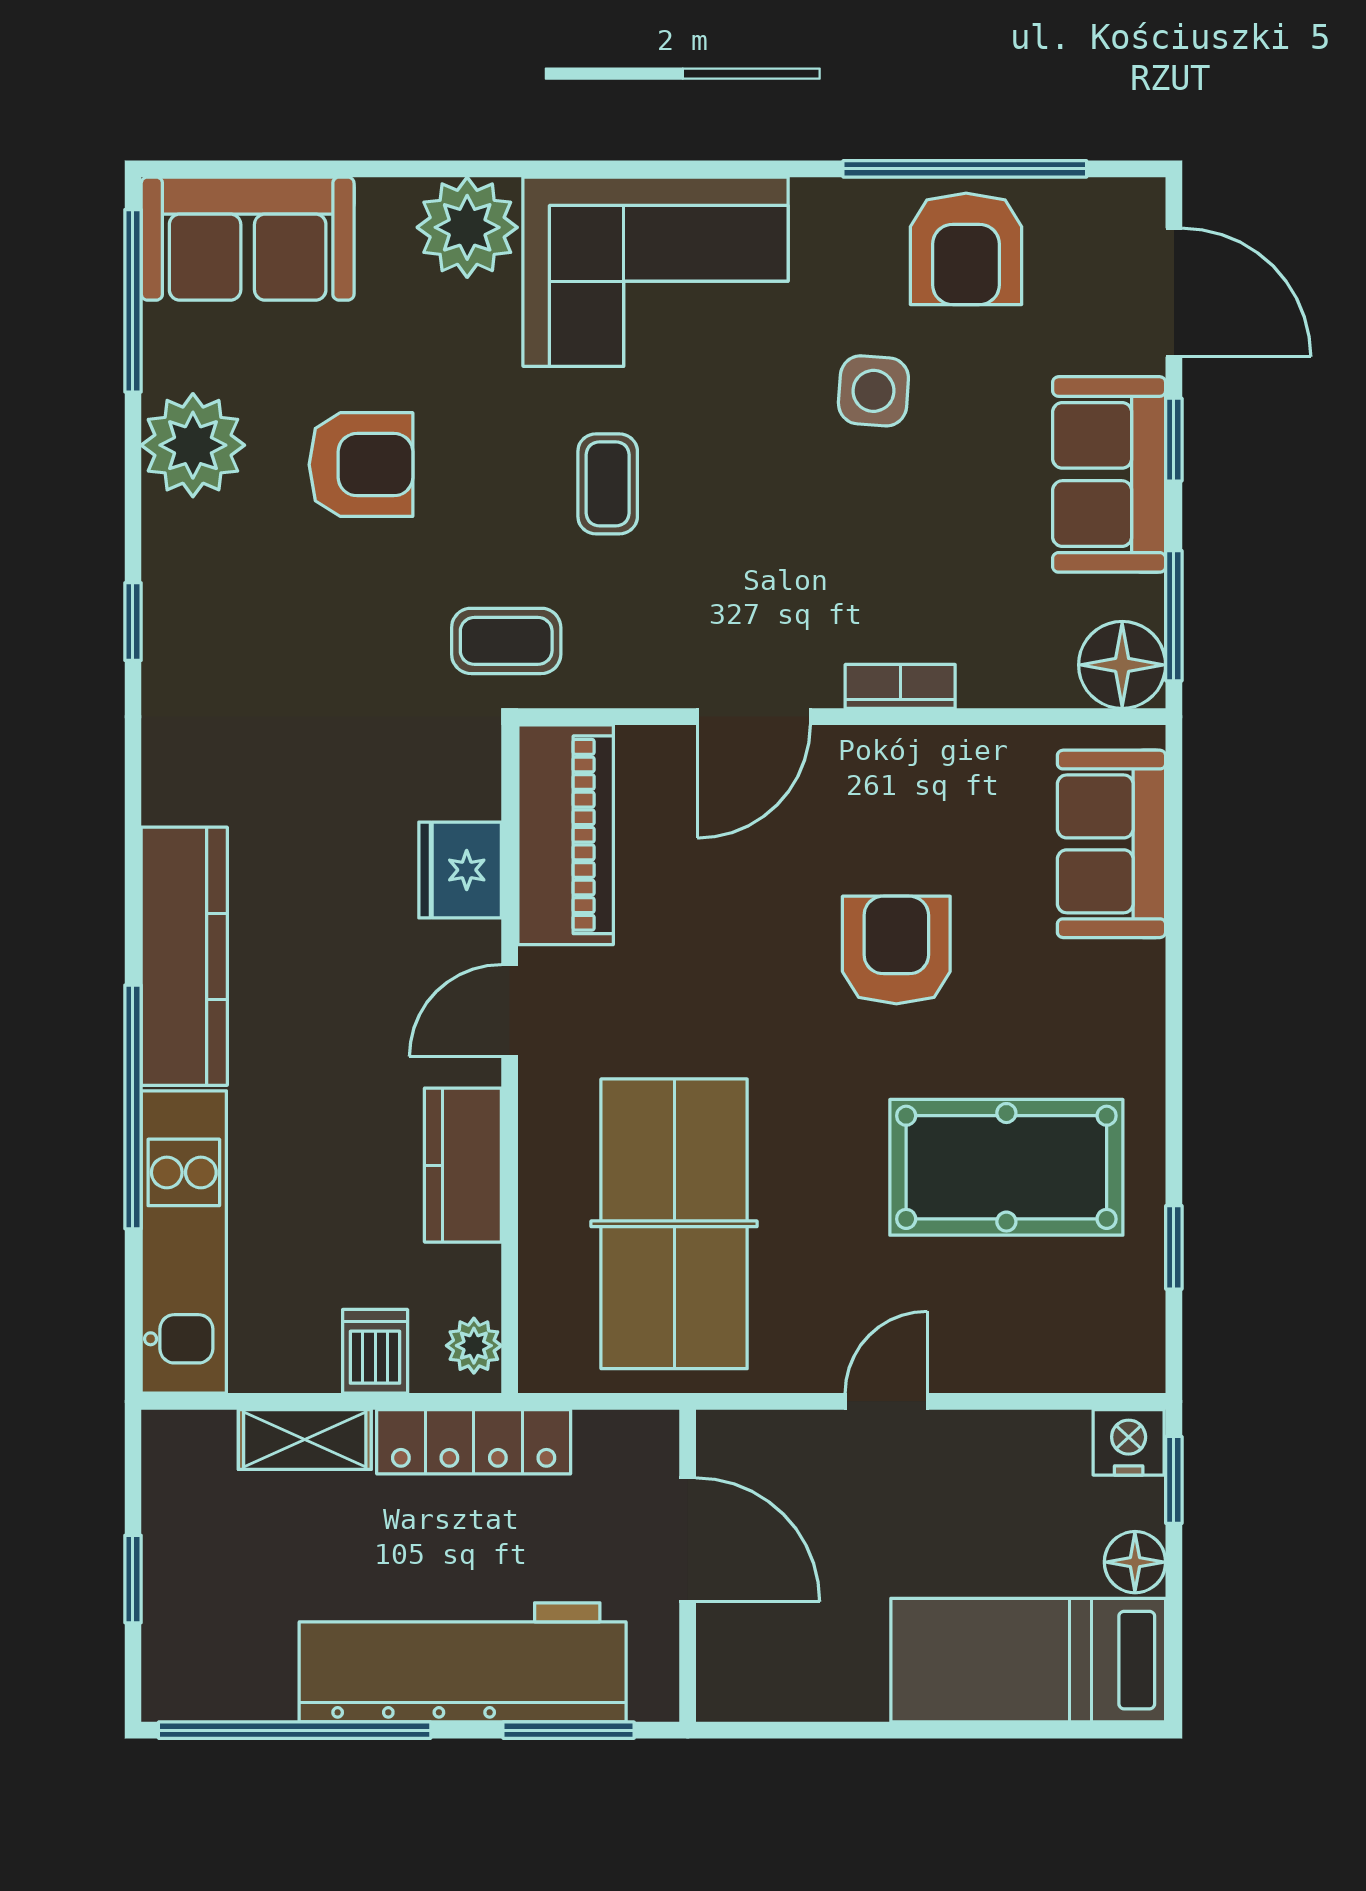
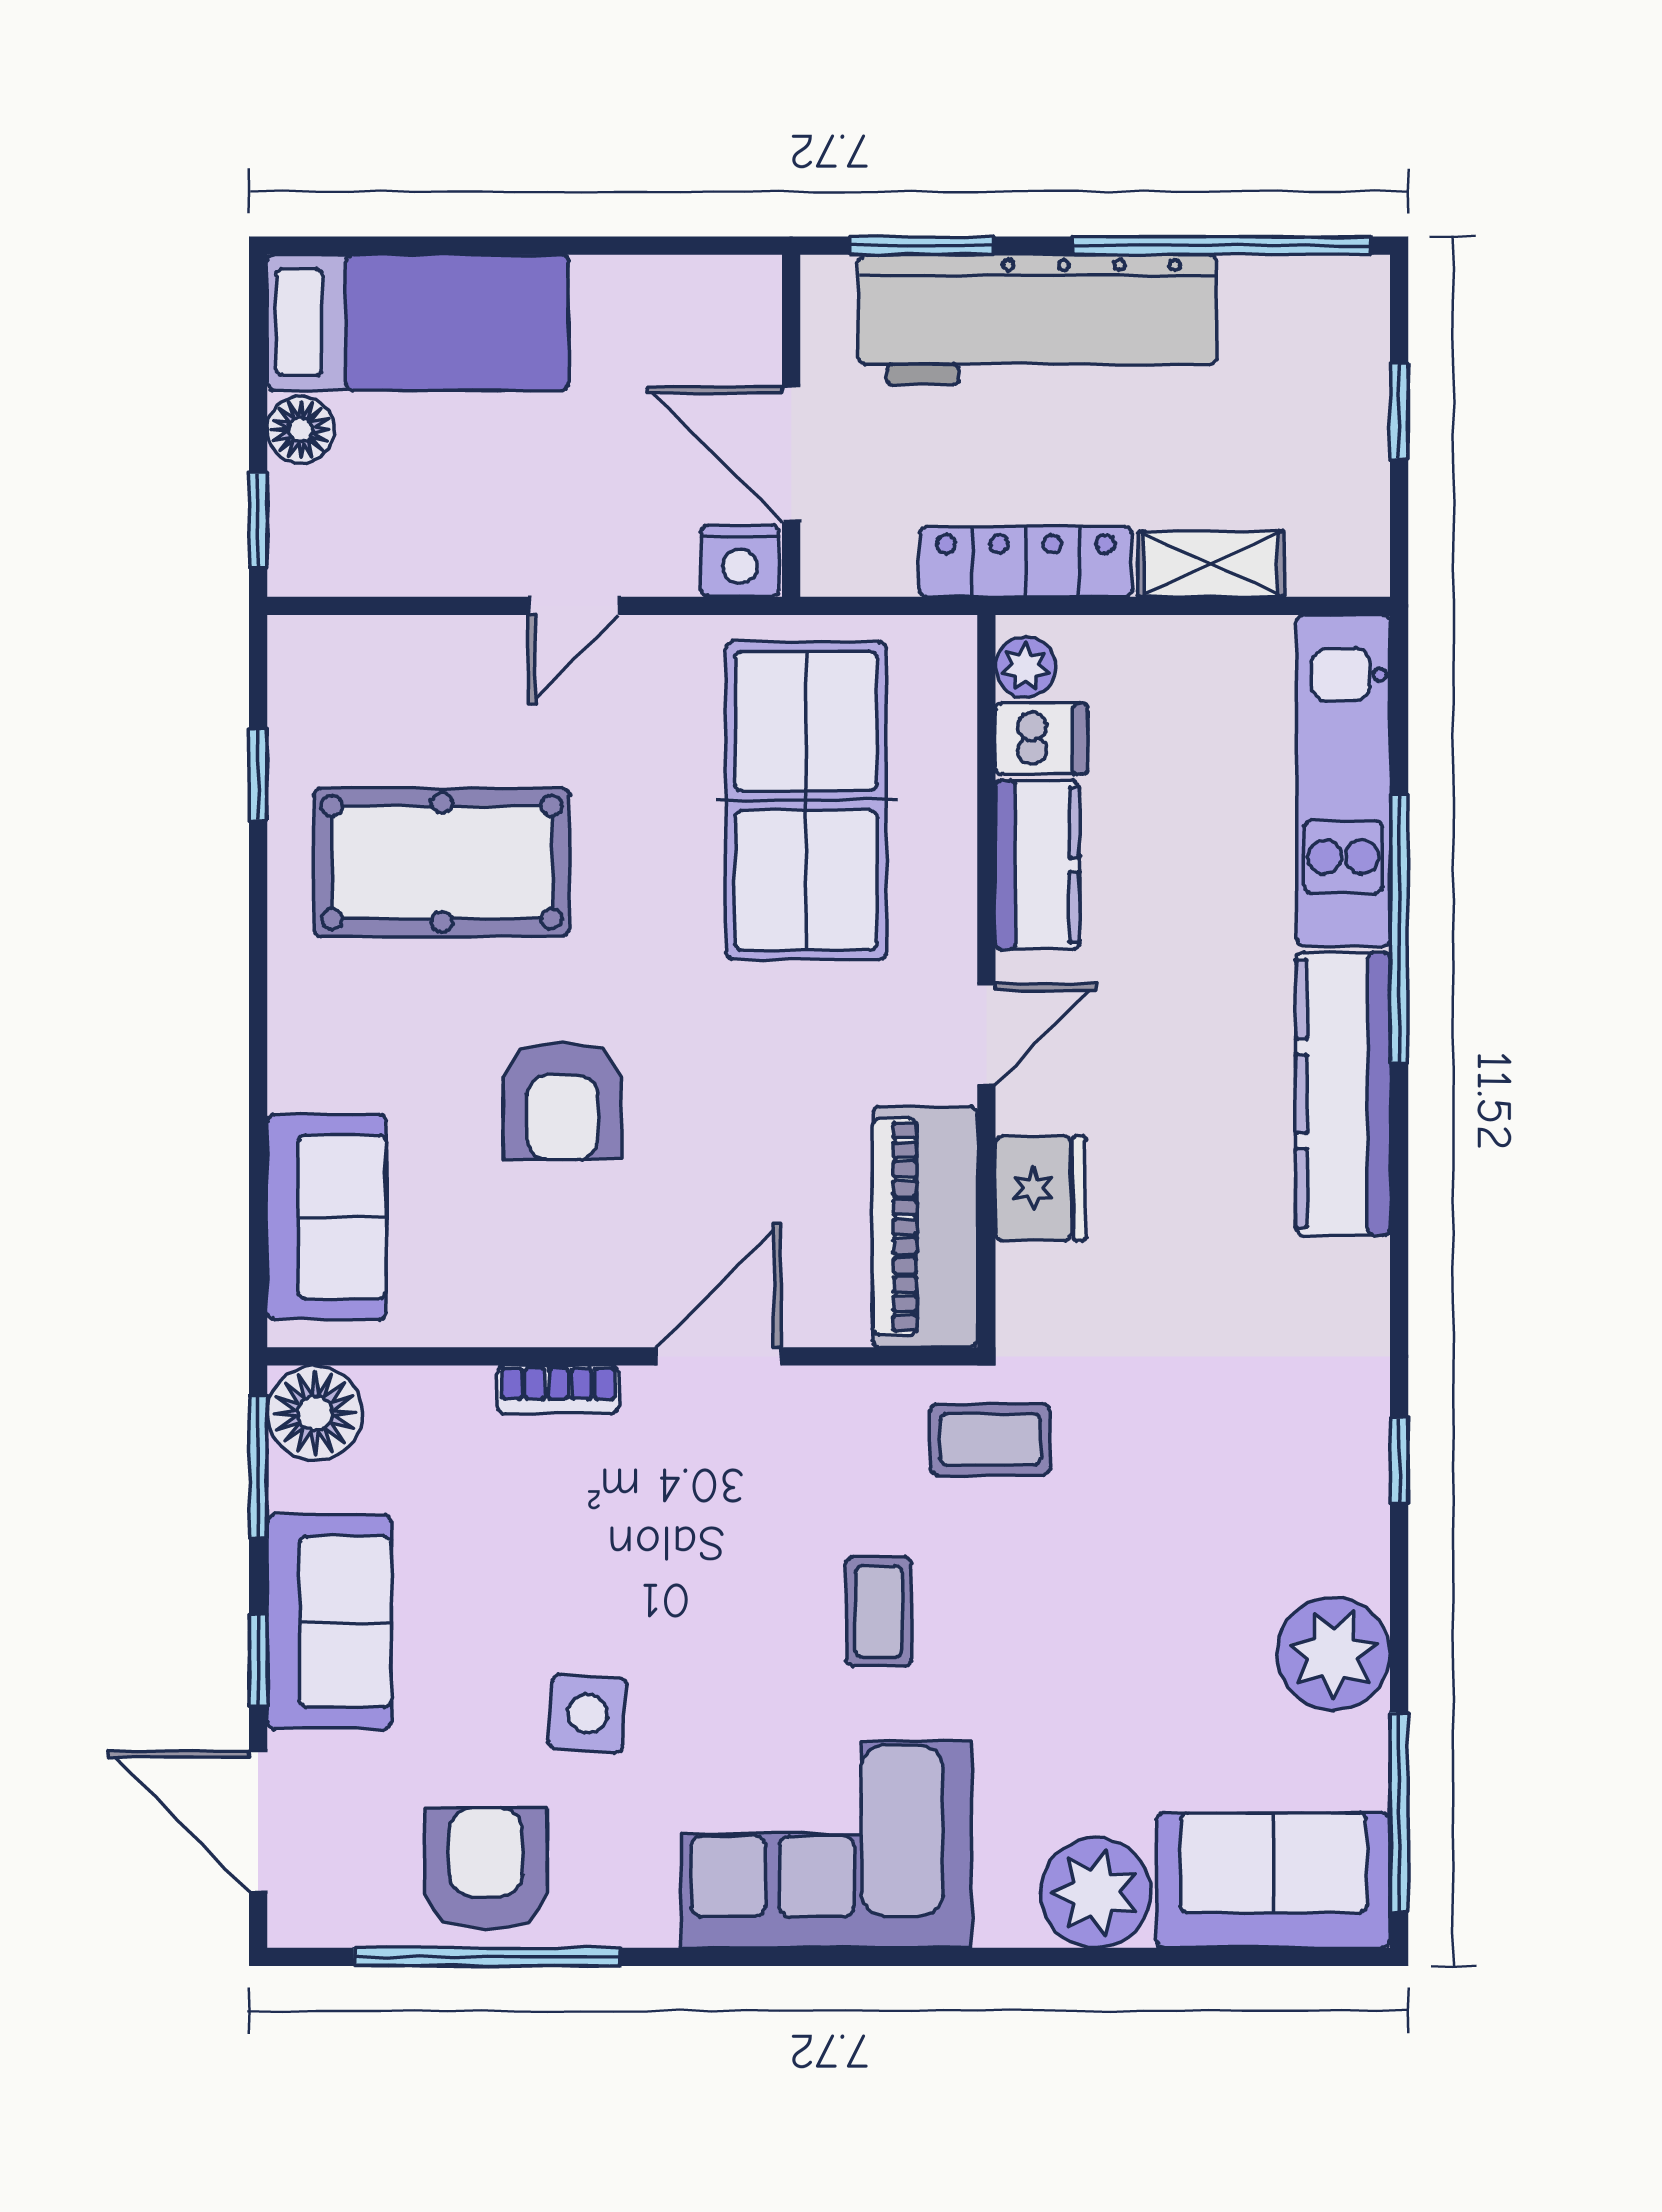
plant: (467, 227) -> (1096, 1893), moved
armchair: (361, 465) -> (1149, 1633), removed
dishwasher: (375, 1351) -> (1041, 739), moved, turned -90
nightstand: (1129, 1442) -> (740, 561), moved

